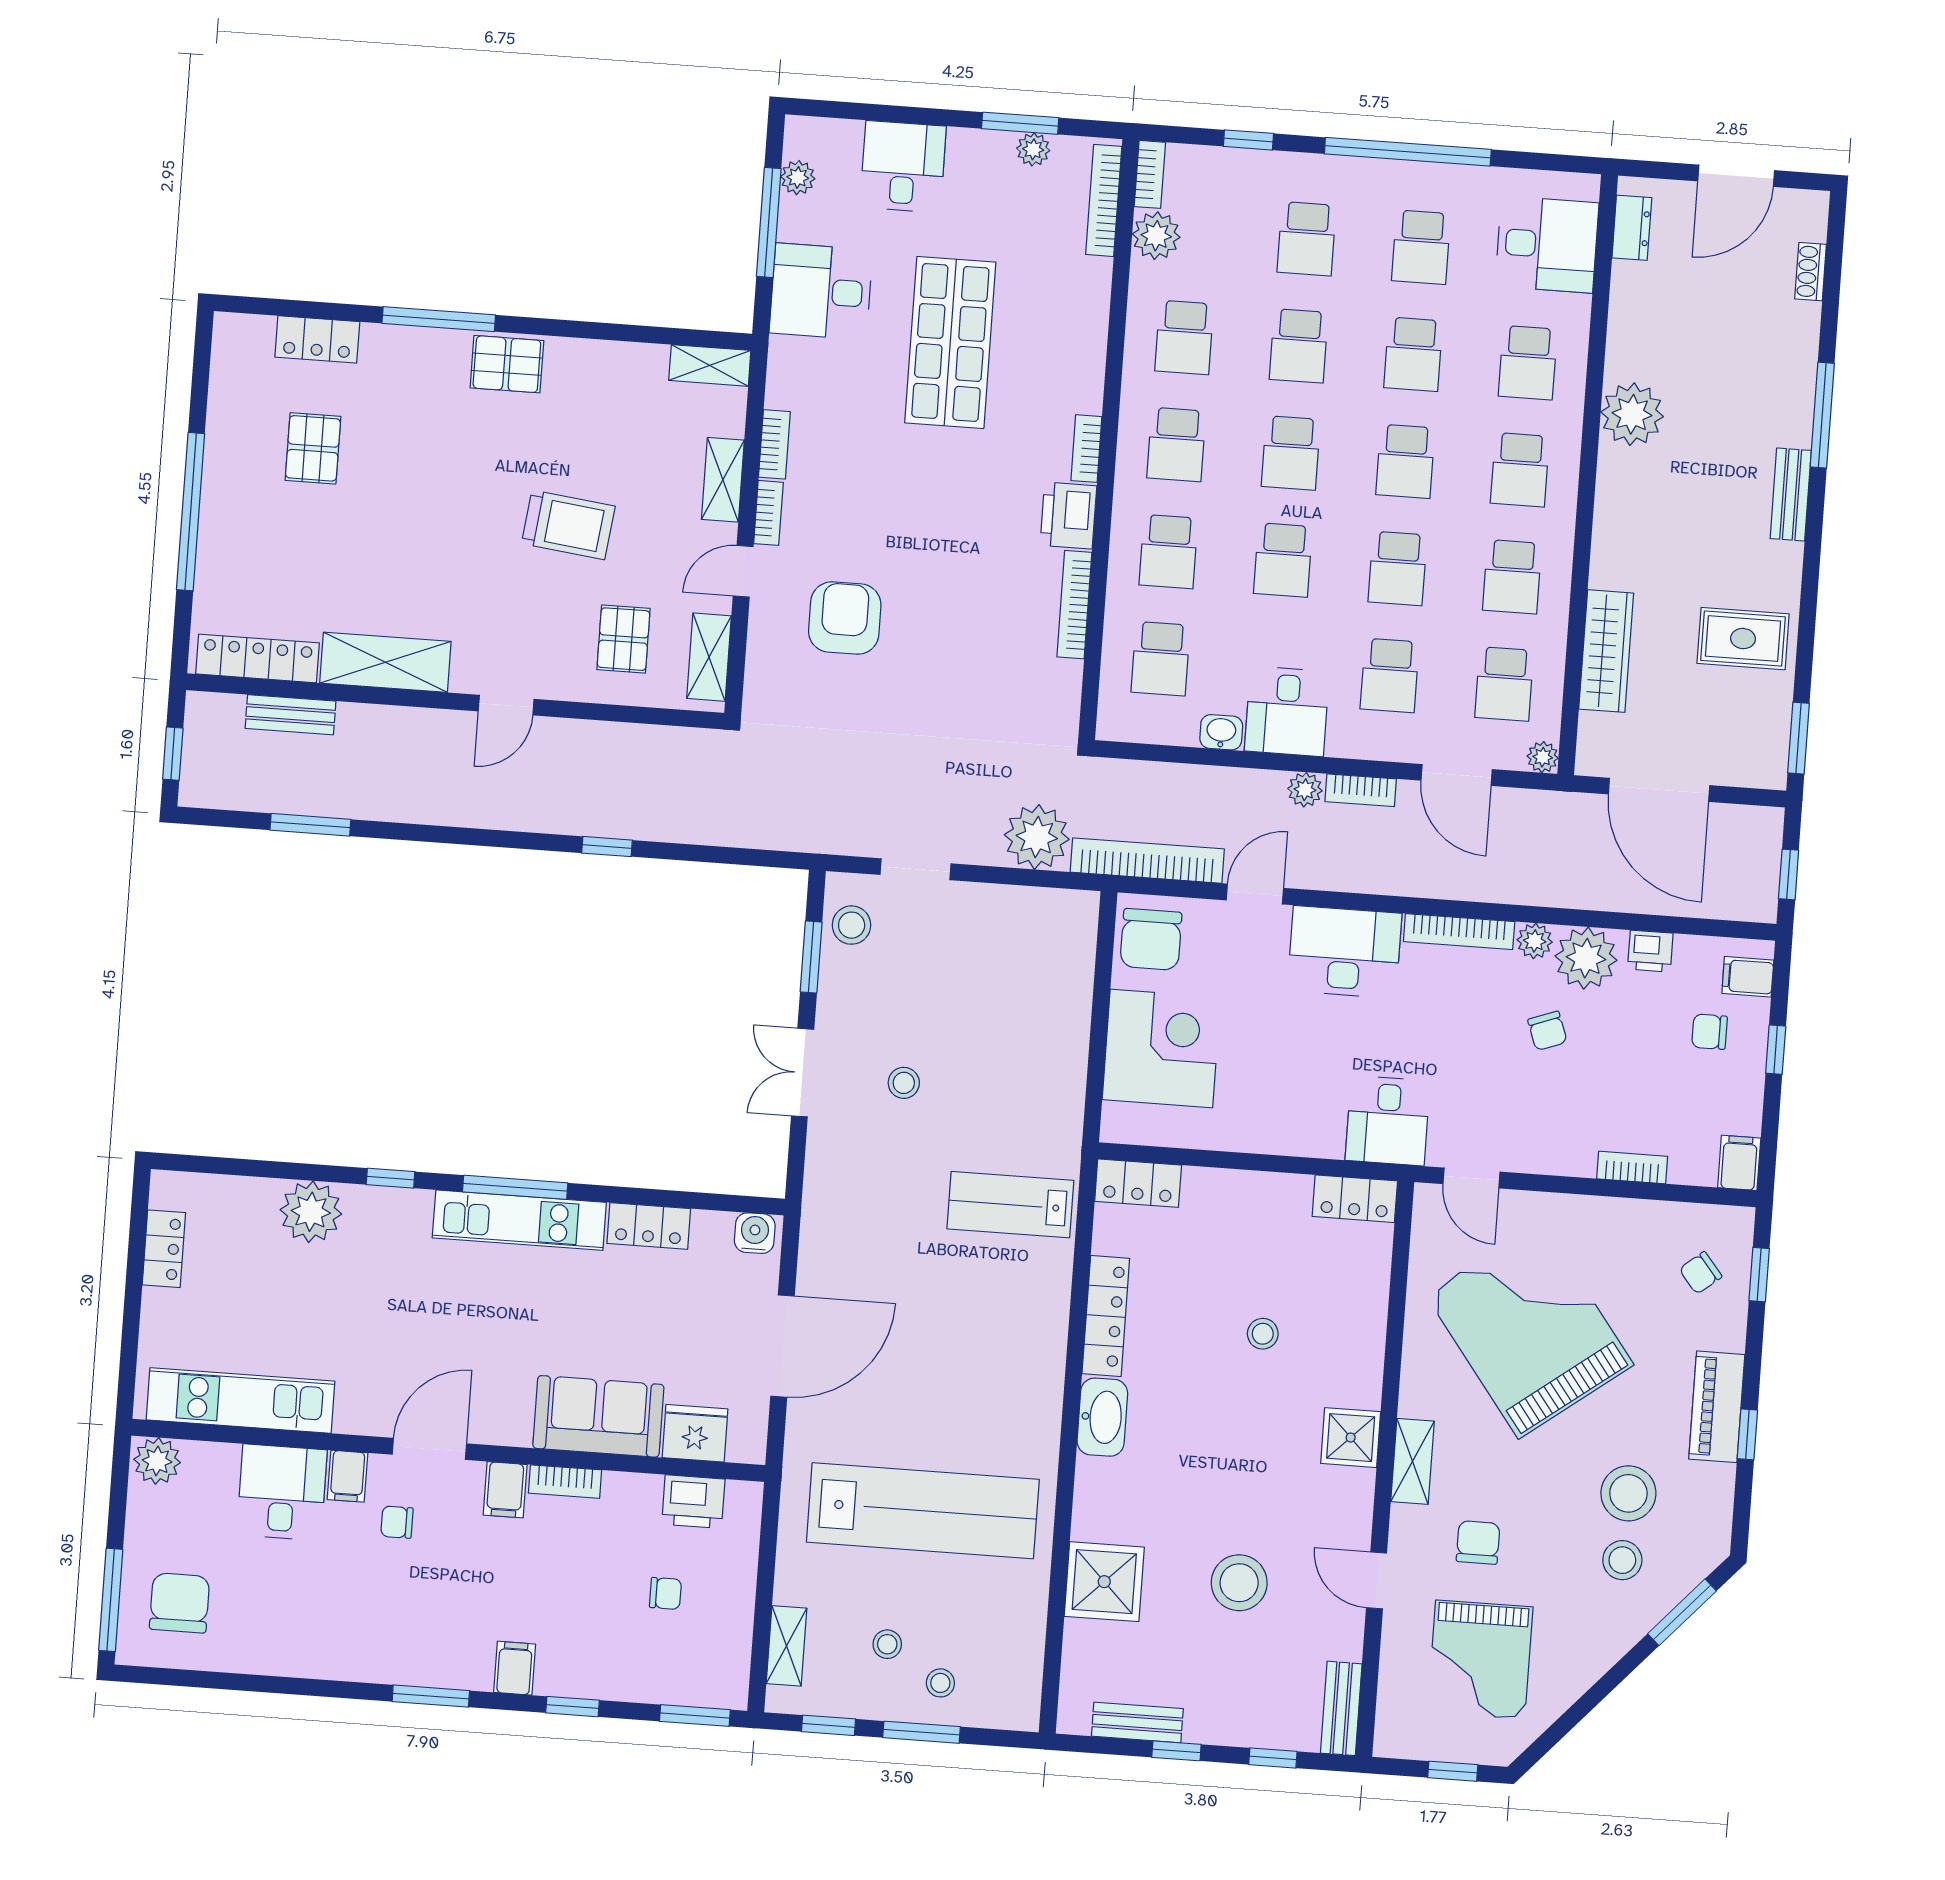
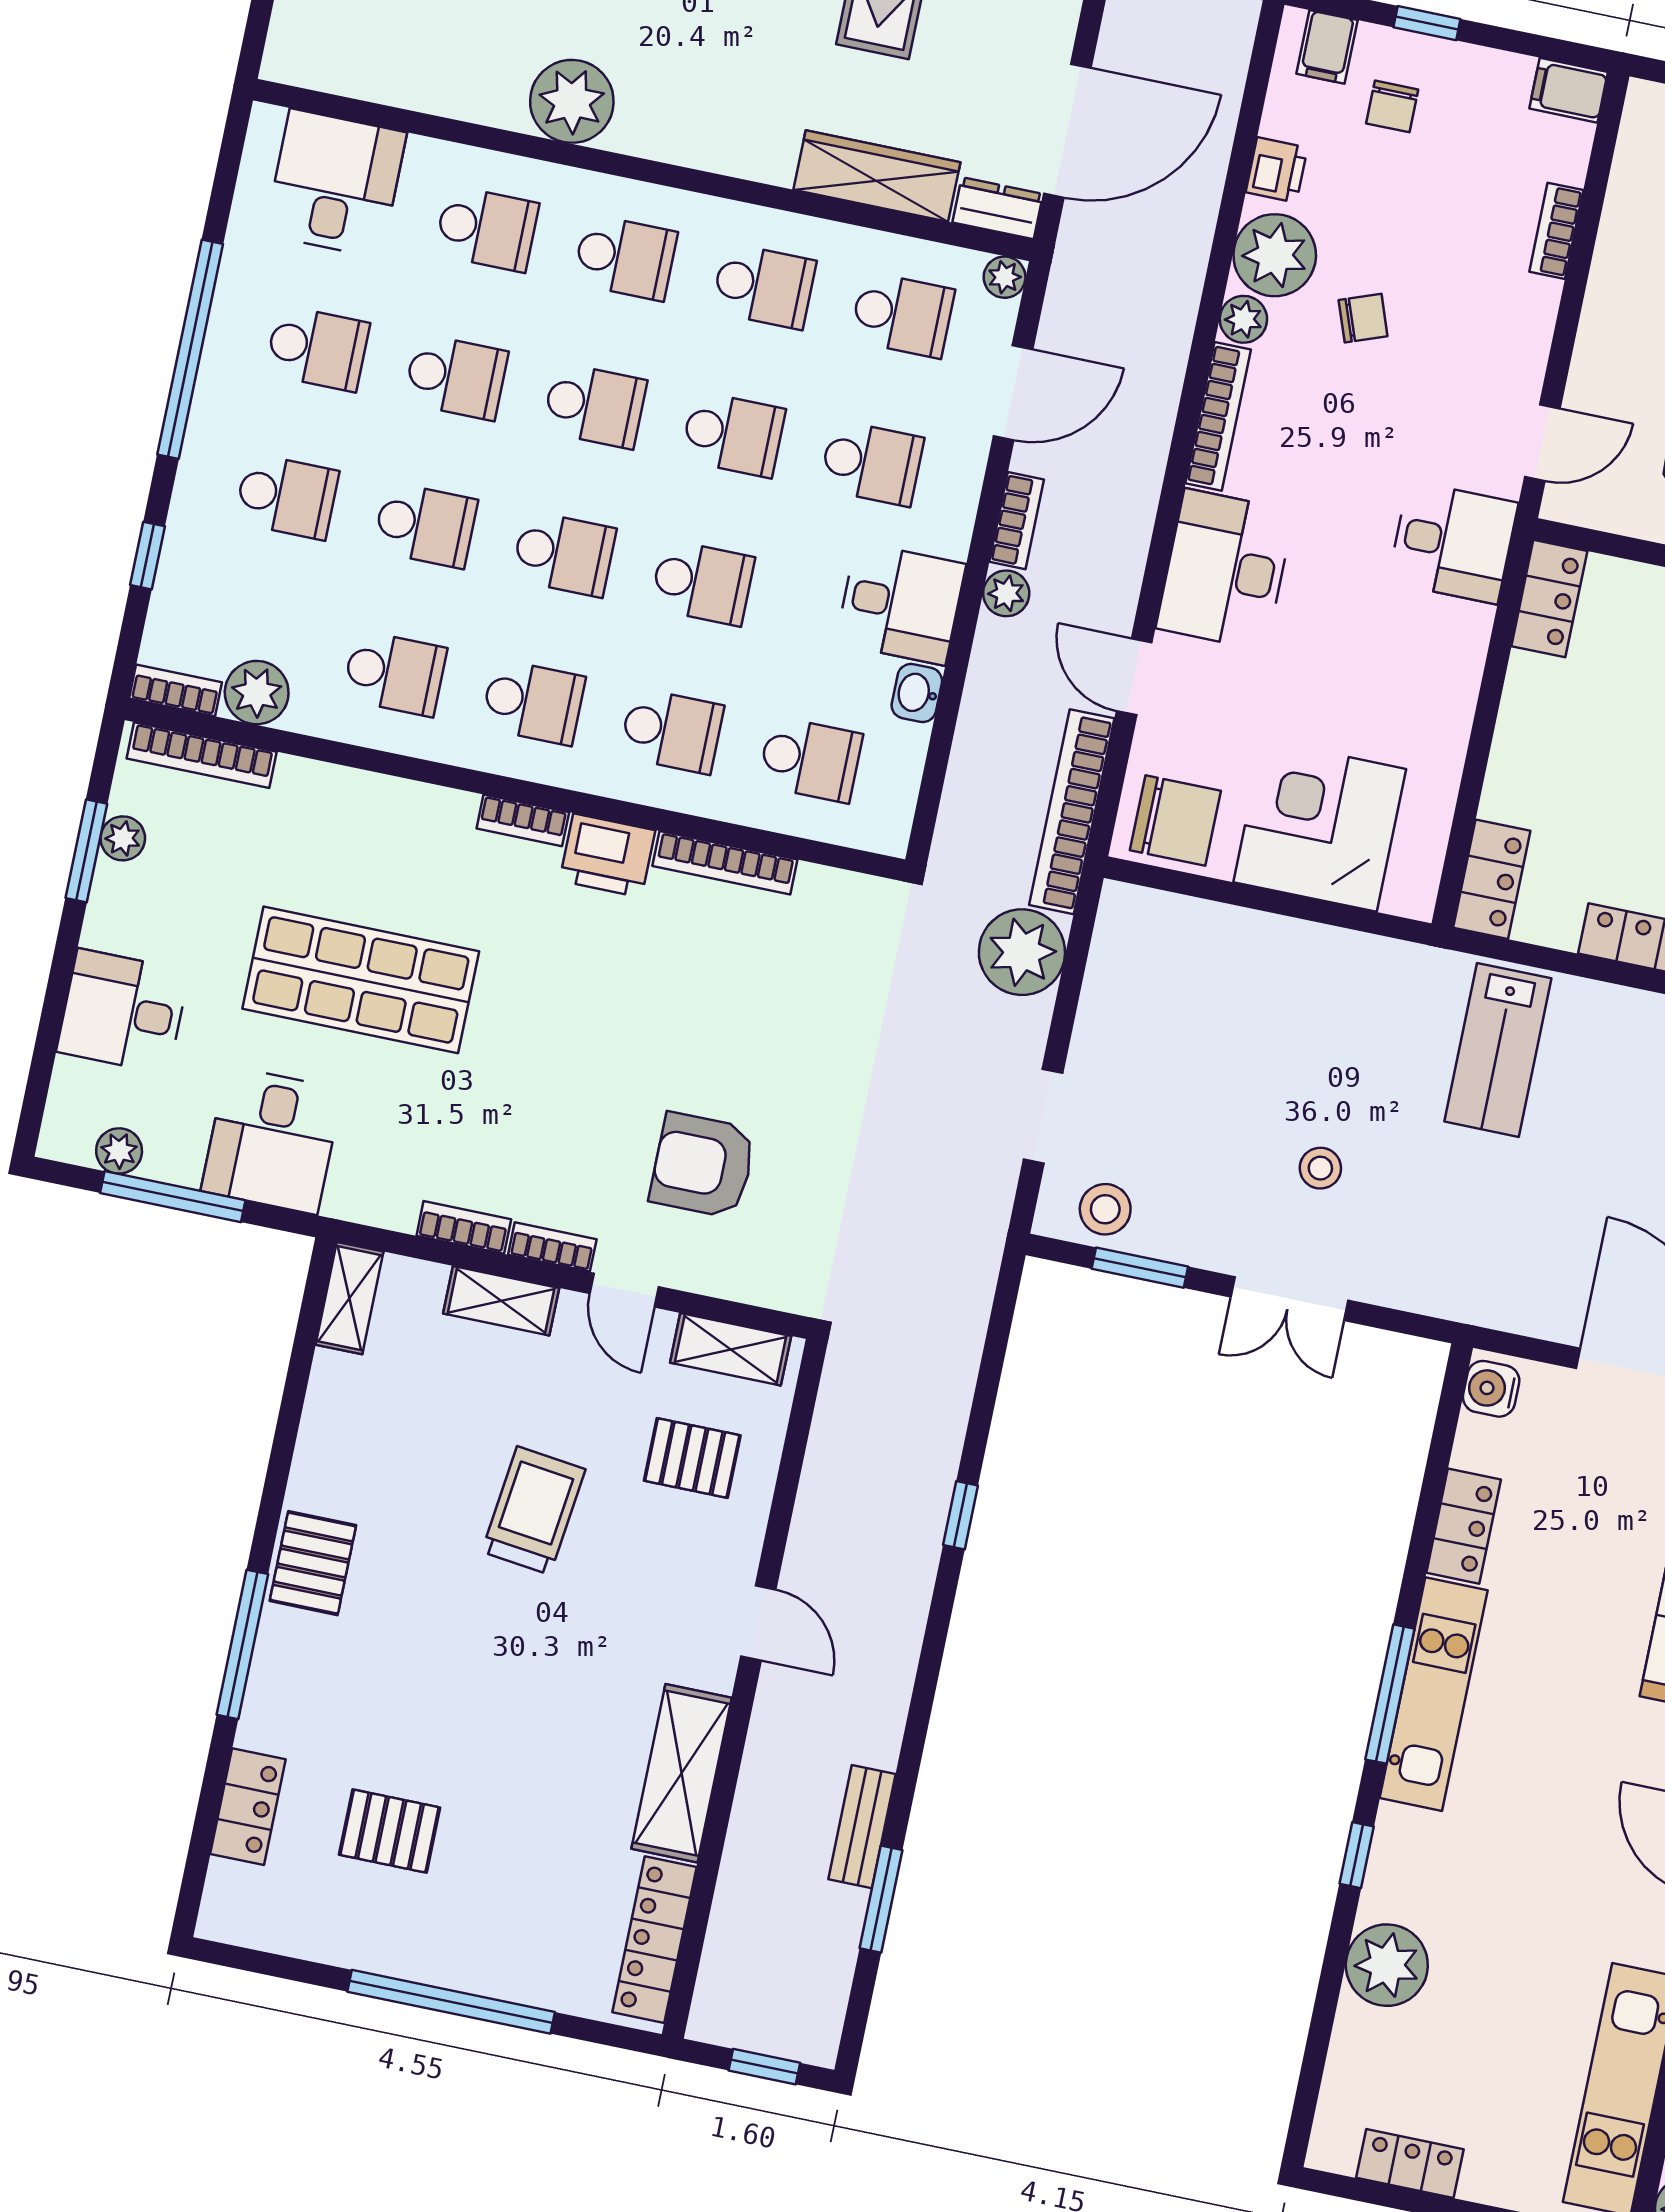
dresser: (1632, 228) -> (998, 208), moved
bench: (291, 715) -> (862, 1827), moved

